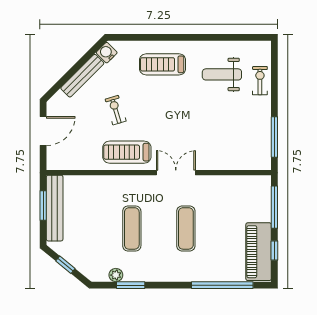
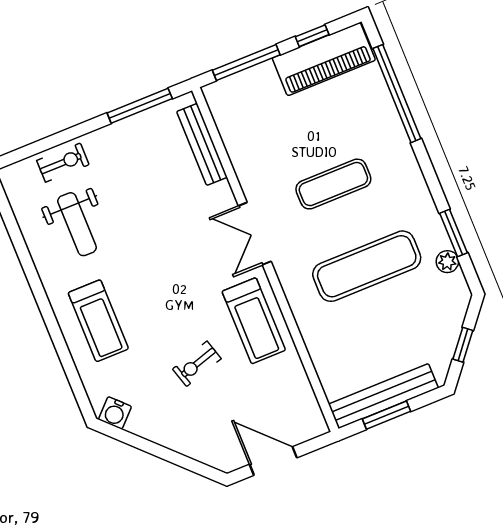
bench: (82, 76) -> (202, 144), moved, turned 45
exercise bike: (260, 81) -> (63, 163), turned 180
exercise mat: (132, 228) -> (367, 266), width x1.36, depth x1.45

